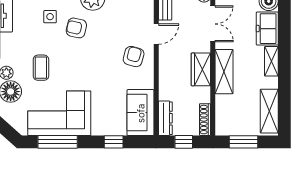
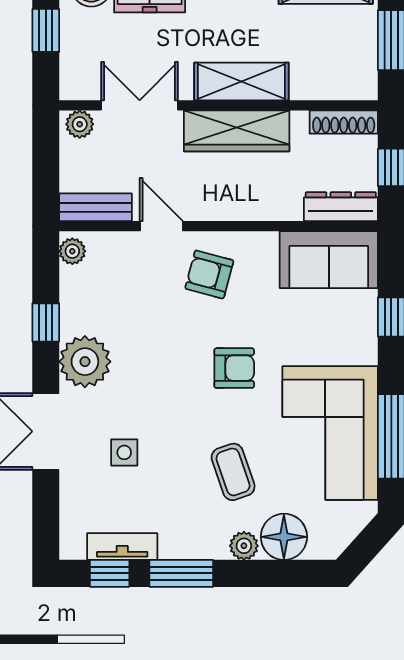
armchair: (76, 28) -> (234, 368), moved, turned -102
coffee table: (41, 68) -> (233, 472), turned 71
wardrobe: (201, 69) -> (237, 131), width x1.50

